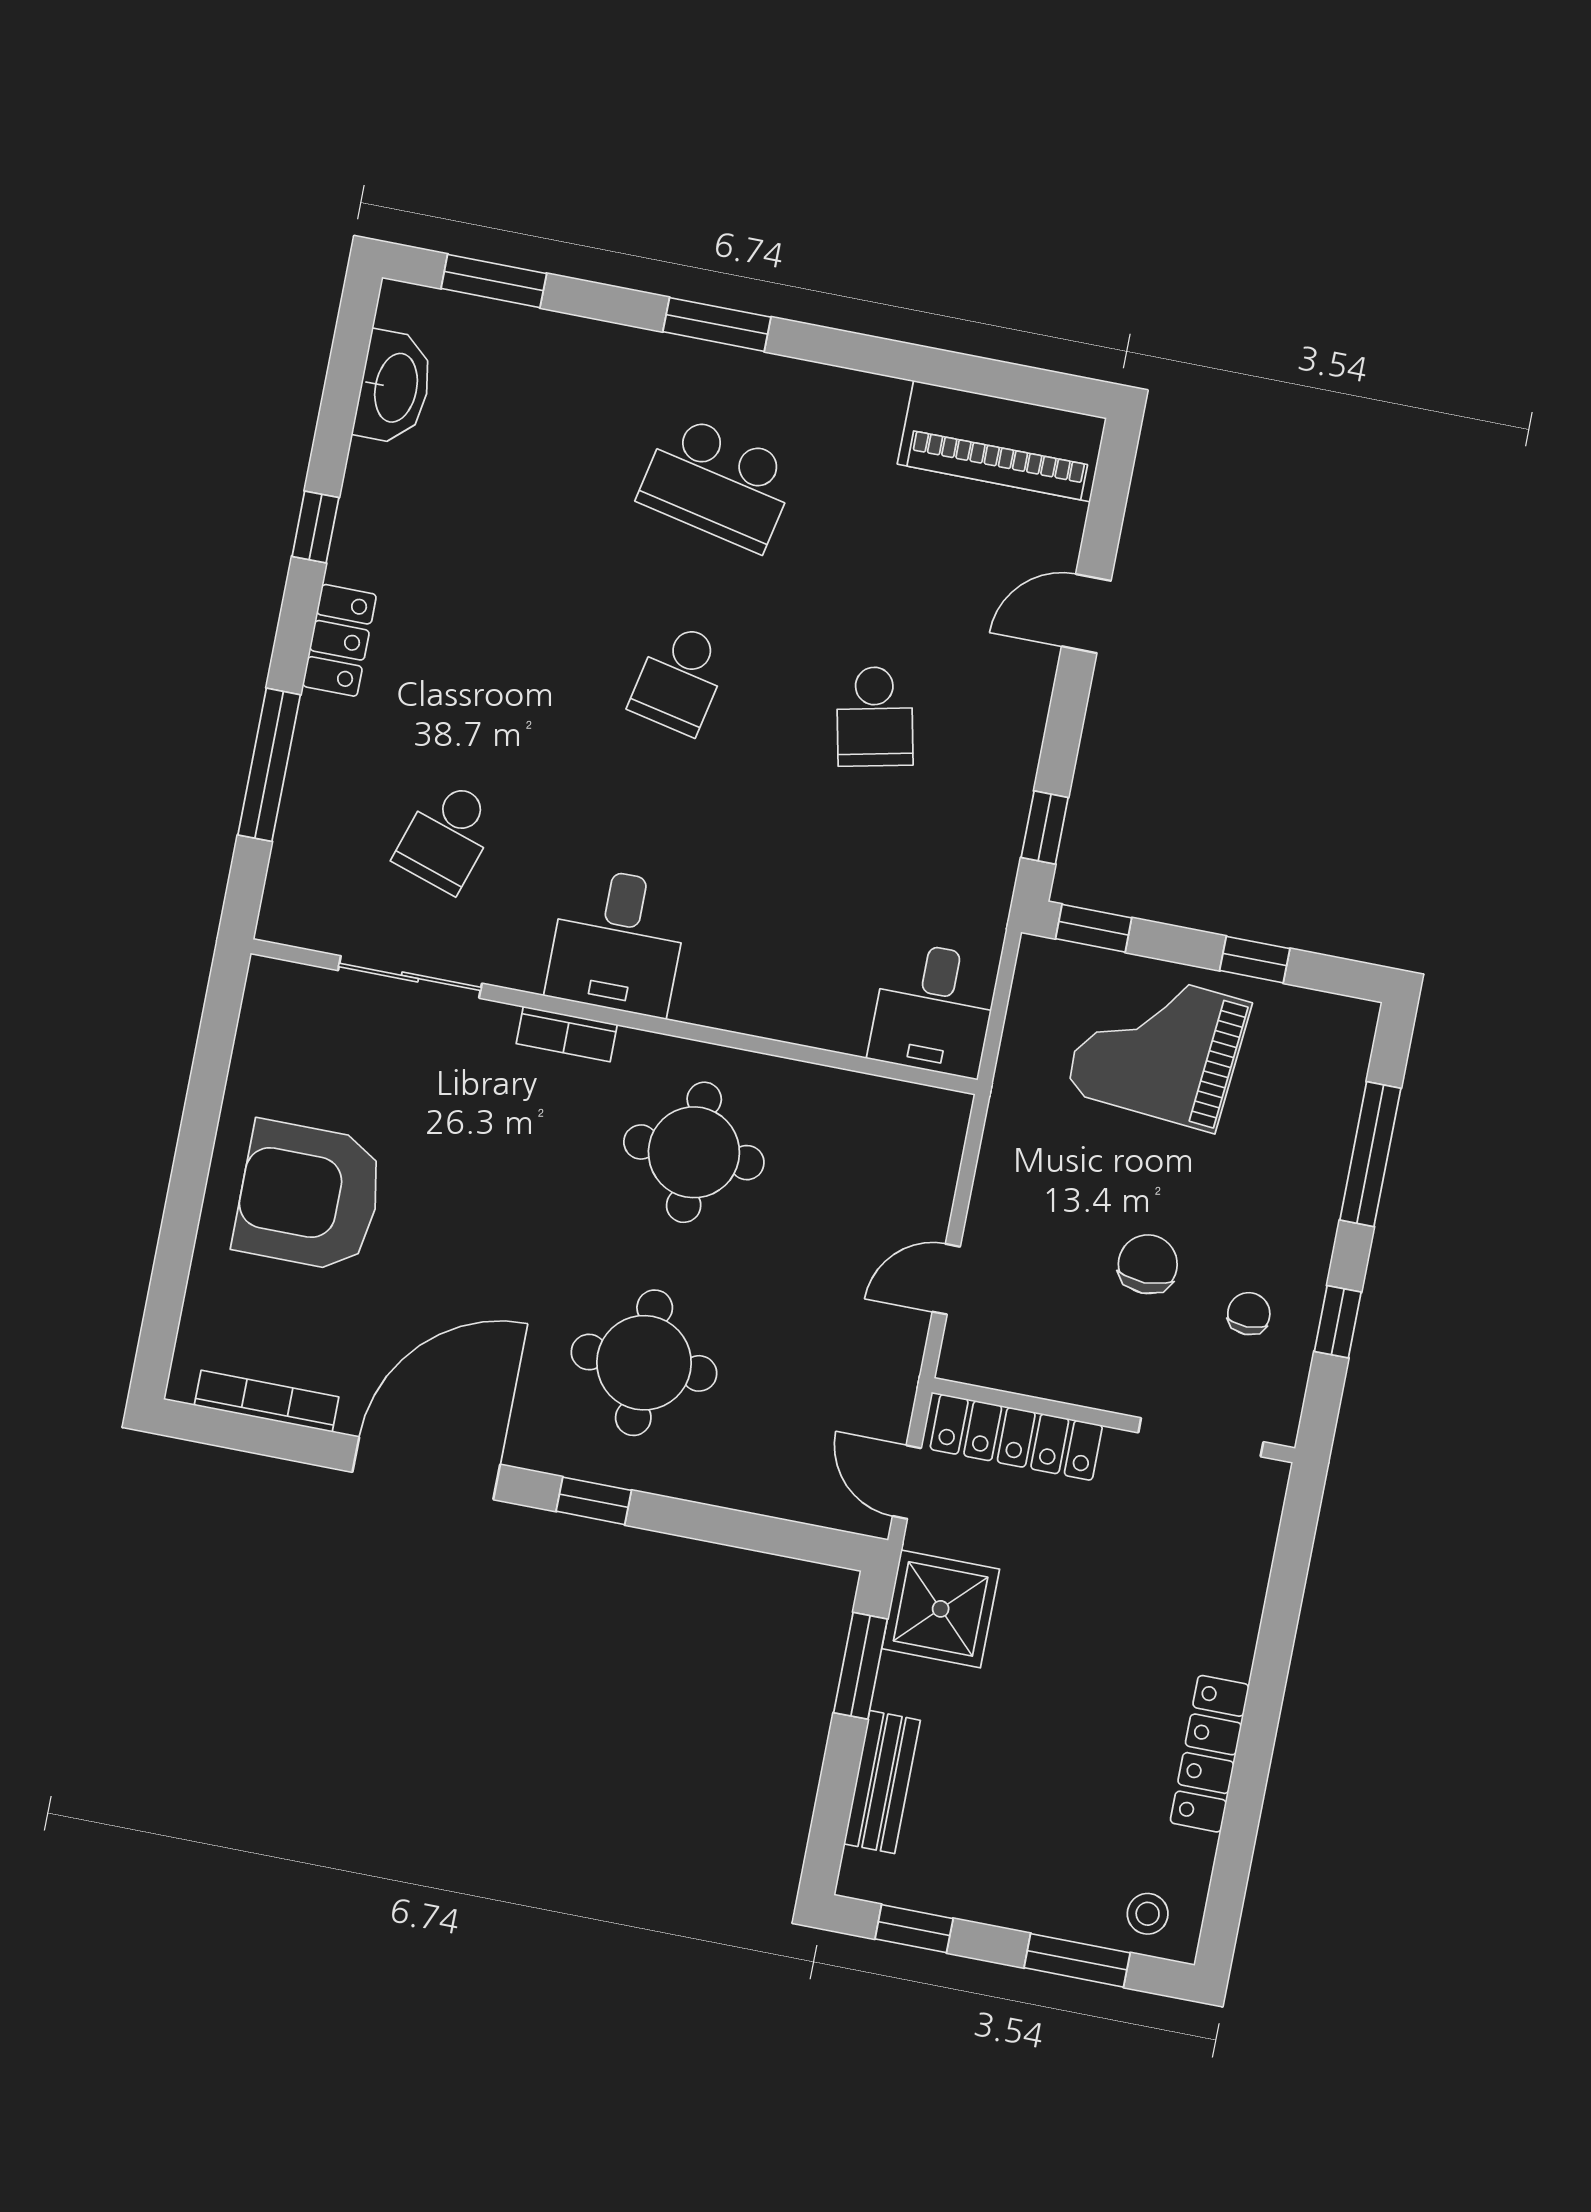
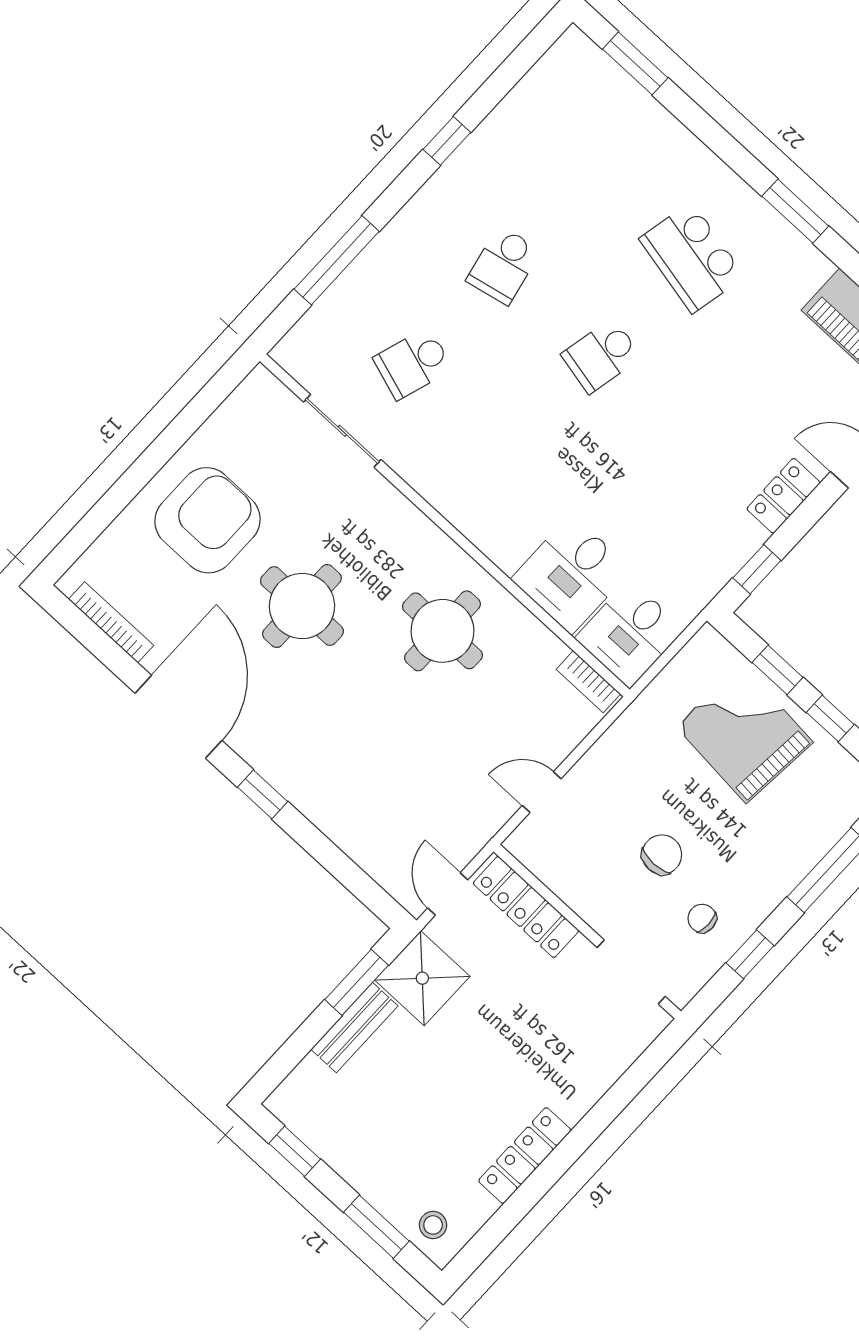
window: (717, 324) -> (795, 211), moved
washbasin: (394, 387) -> (541, 89), removed
locker: (339, 640) -> (783, 496), moved, turned 180
school desk: (875, 716) -> (503, 265), moved
window: (1094, 928) -> (778, 670), moved
desk: (618, 941) -> (571, 574), moved
bookcase: (567, 1034) -> (588, 682), moved
armchair: (309, 1196) -> (208, 520), turned 90
chair: (1249, 1314) -> (702, 918), turned -90
round table: (644, 1363) -> (302, 606), moved
door: (426, 1468) -> (179, 717), hinge flipped
bench: (882, 1782) -> (354, 1028), moved

